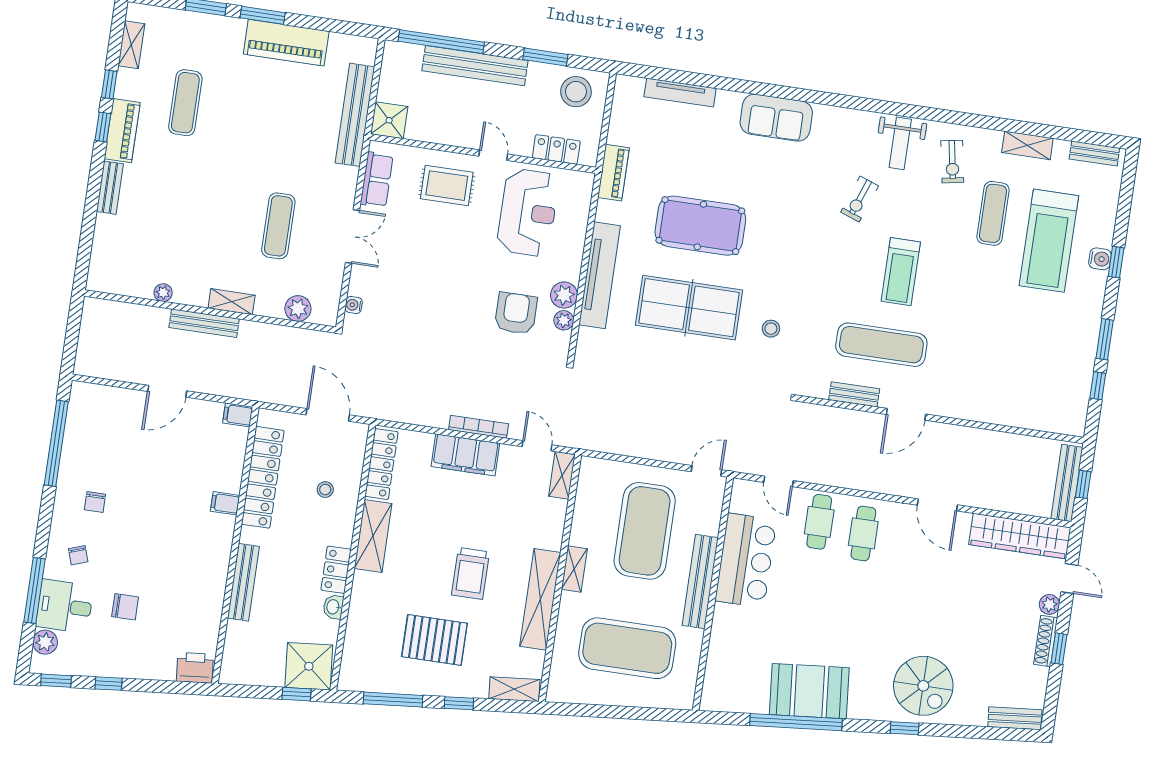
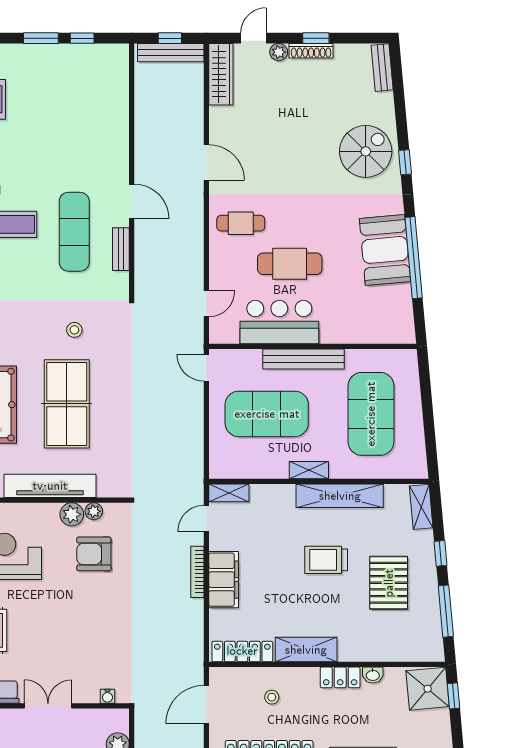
door: (937, 505) -> (206, 162), hinge flipped
cafe table: (819, 522) -> (290, 264), moved, width x1.37, depth x1.35
wardrobe: (1020, 536) -> (221, 74), width x0.71, depth x0.85
trolley: (470, 573) -> (326, 560), turned 180

